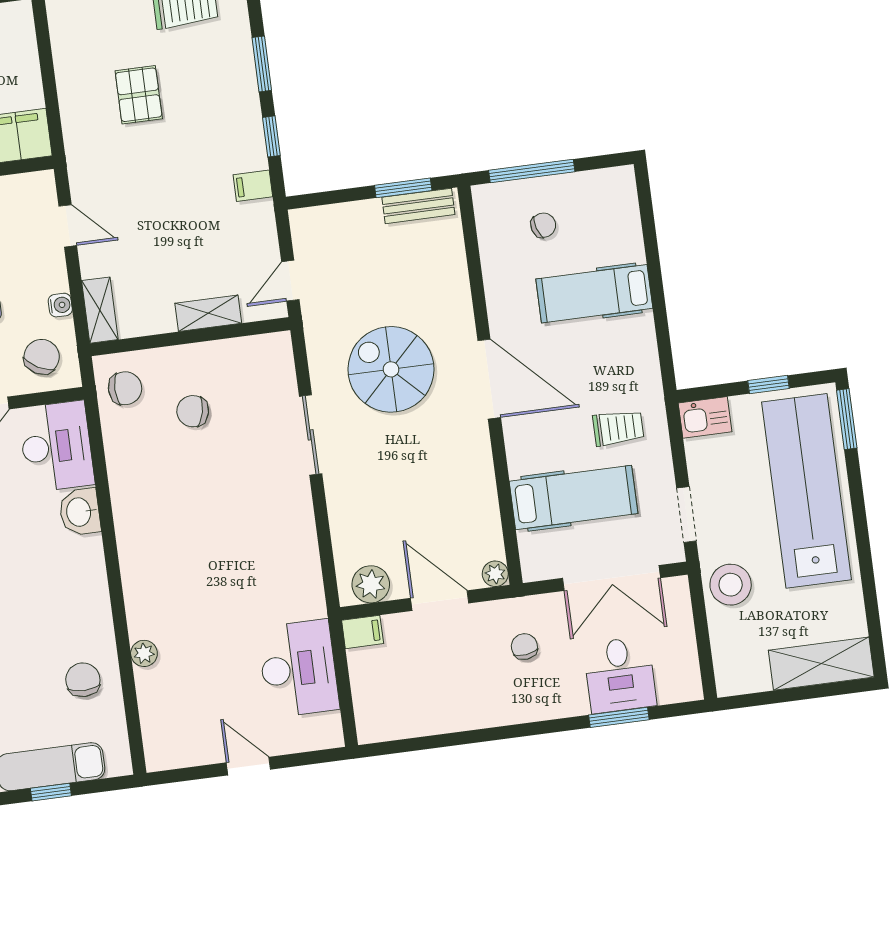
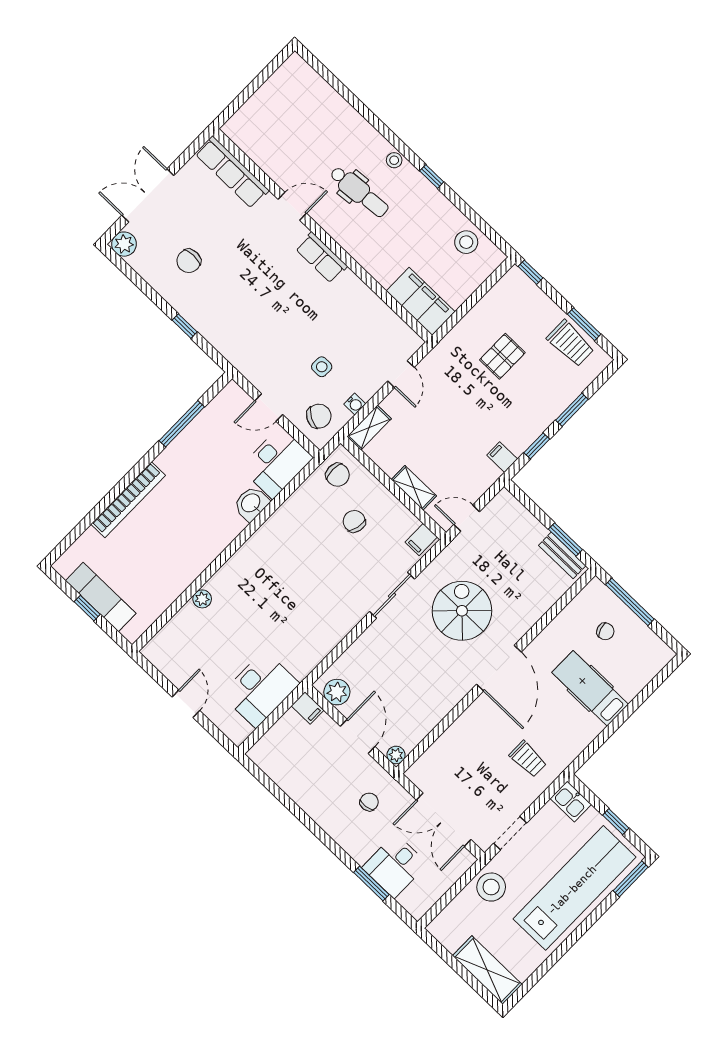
filing cabinet: (274, 352) -> (421, 540), added
hospital bed: (573, 497) -> (471, 765), removed
chair: (83, 680) -> (162, 577), removed

